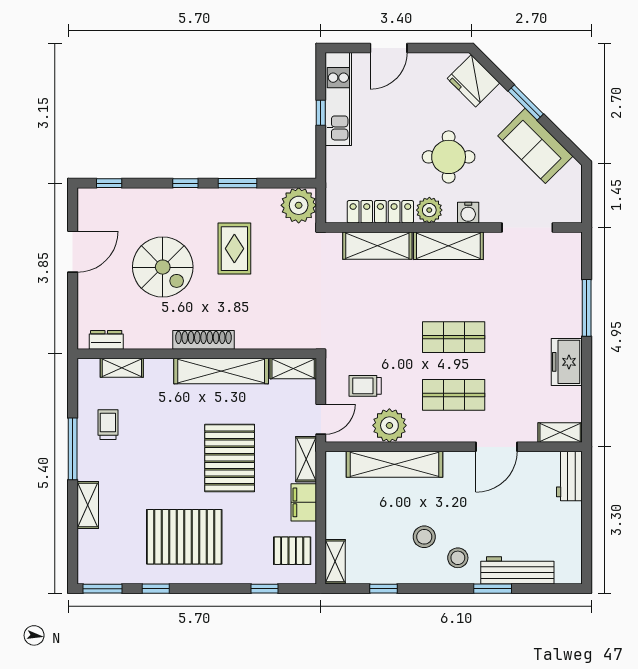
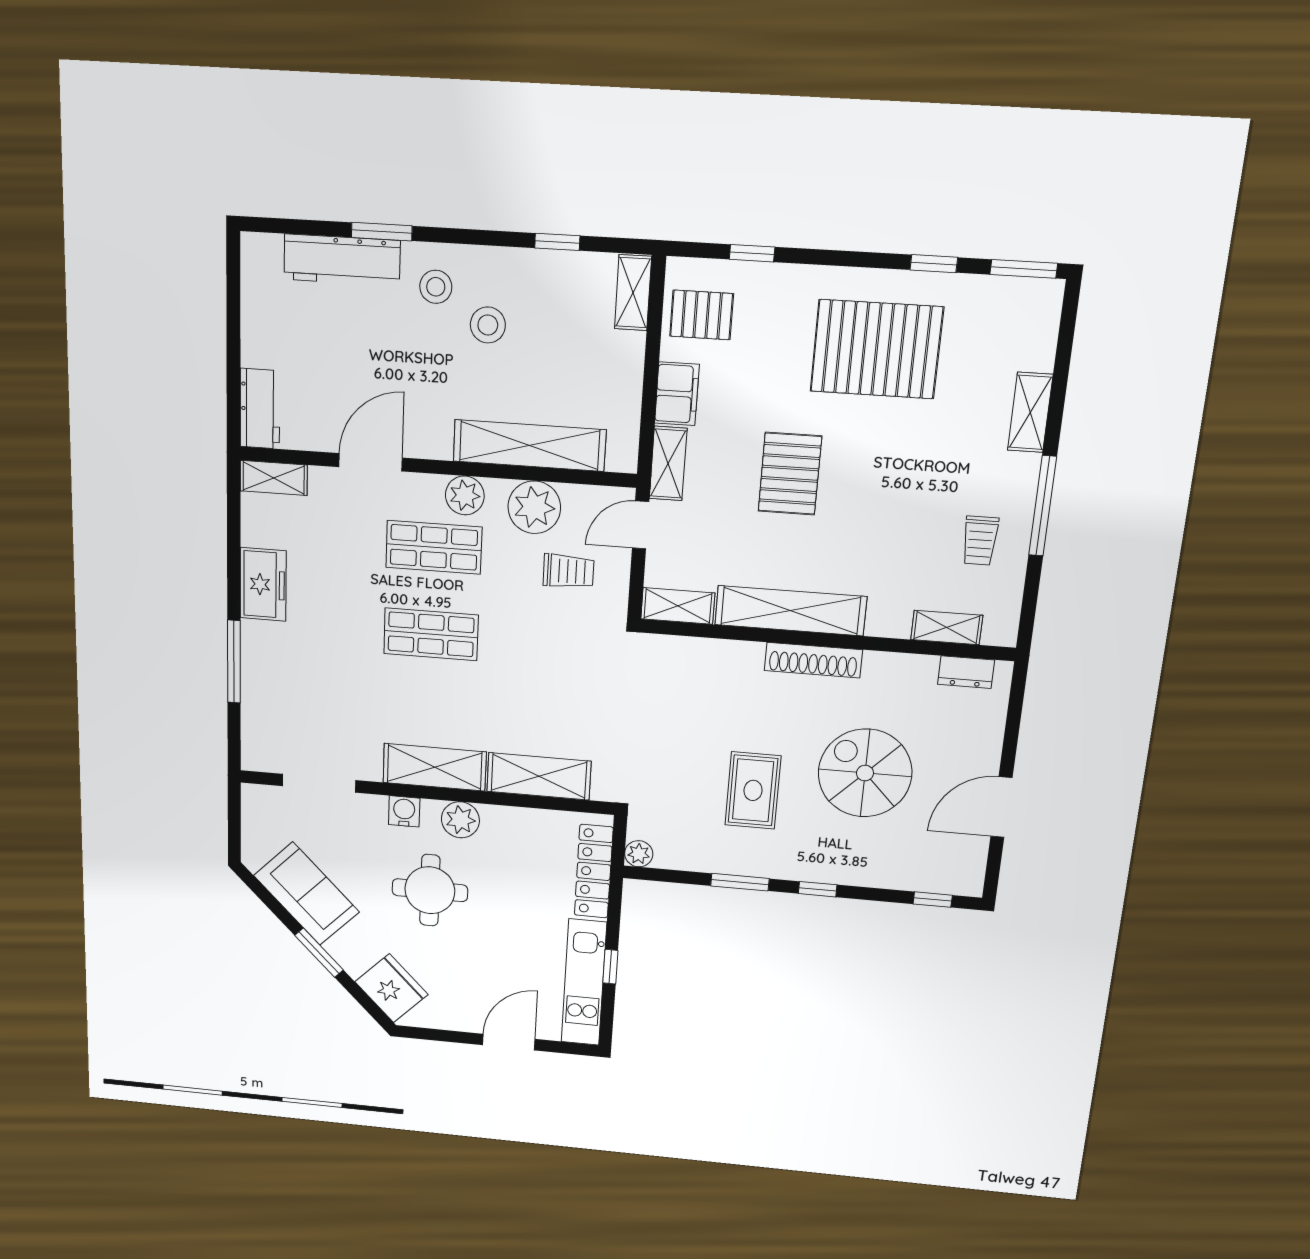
plant: (299, 205) -> (639, 854), width x0.53, depth x0.53
locker: (380, 212) -> (594, 871), moved, turned 90
plant: (435, 430) -> (465, 495), added
pallet: (230, 458) -> (790, 474), width x0.73, depth x0.71

